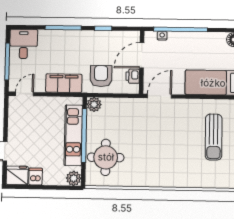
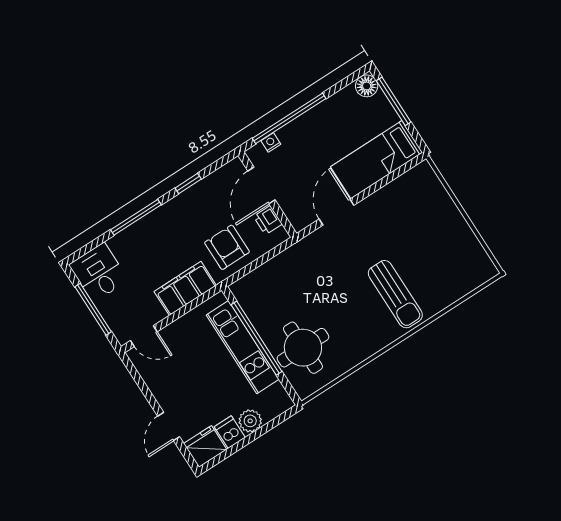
door: (25, 94) -> (144, 336), swing flipped
door: (159, 96) -> (336, 212), moved
plant: (94, 104) -> (243, 290), removed
sun lounger: (214, 137) -> (395, 294), moved
plant: (74, 178) -> (250, 421), moved

